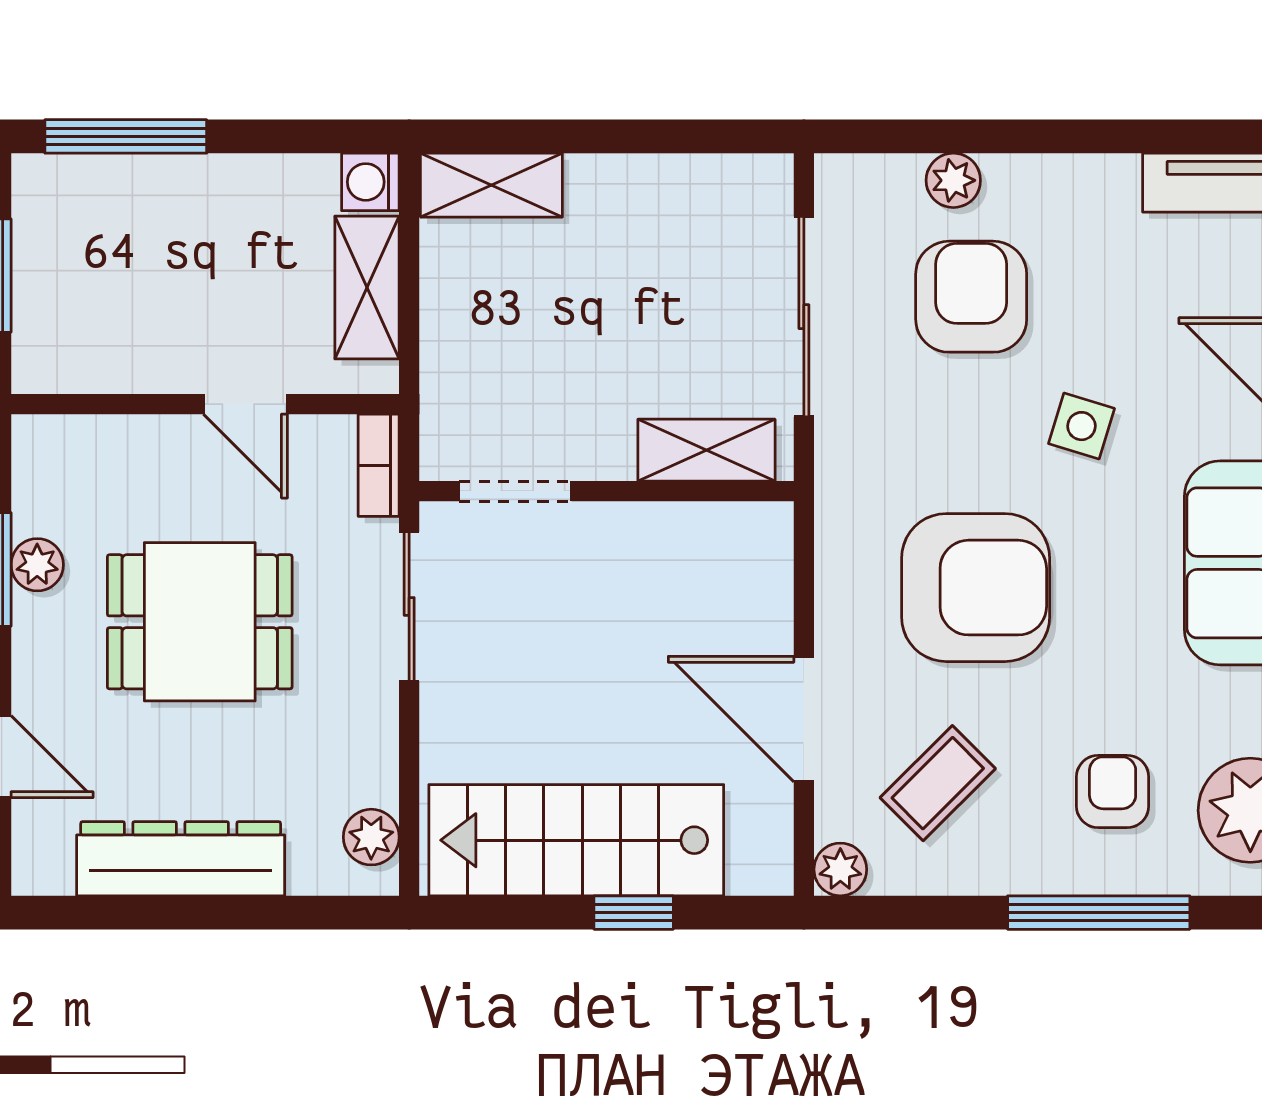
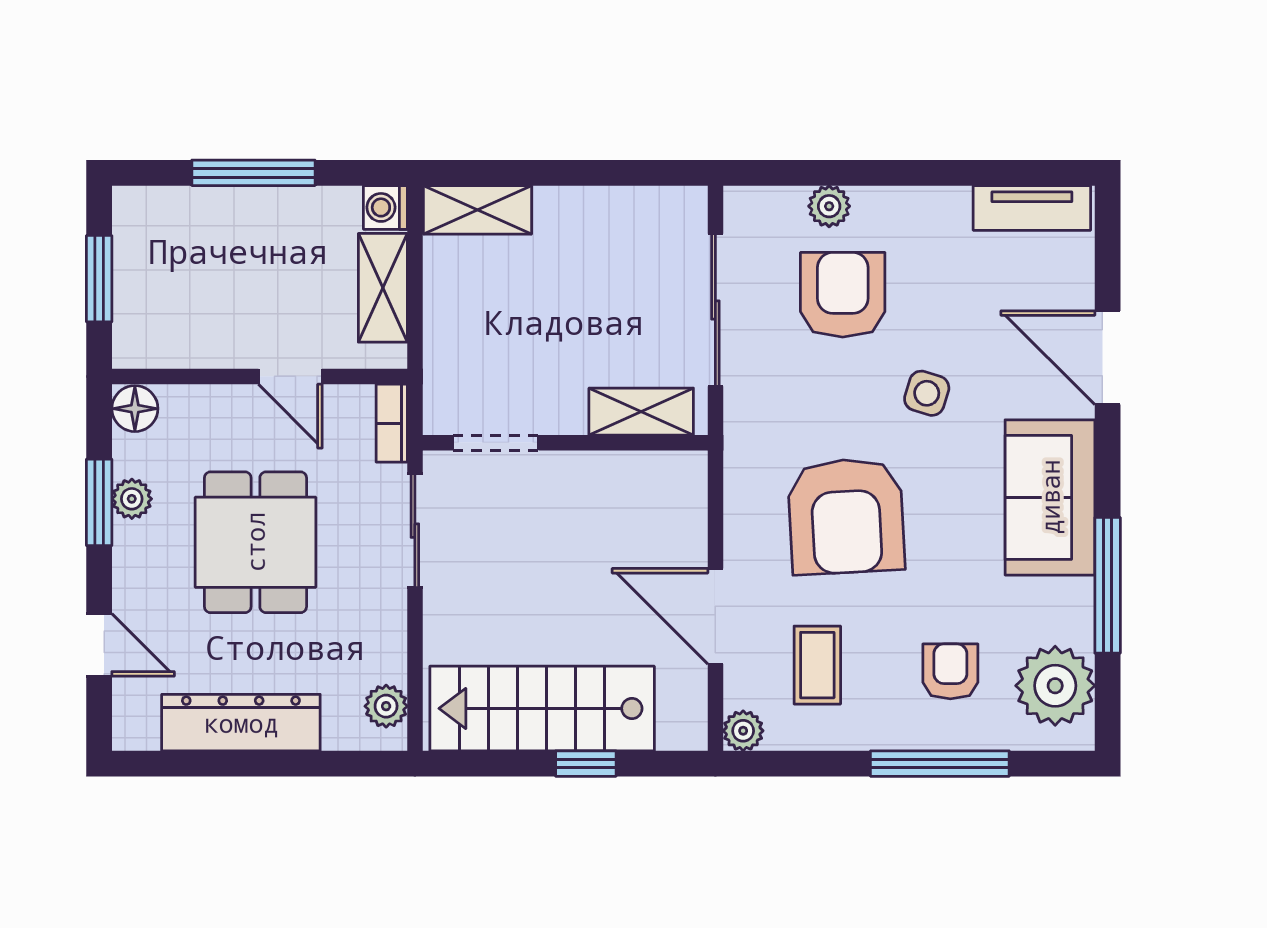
window: (126, 136) -> (253, 173), moved
floor lamp: (41, 446) -> (135, 409), added
armchair: (976, 588) -> (846, 516), turned 87
dining table: (200, 622) -> (255, 542), turned 90
coffee table: (938, 783) -> (817, 665), turned -45

